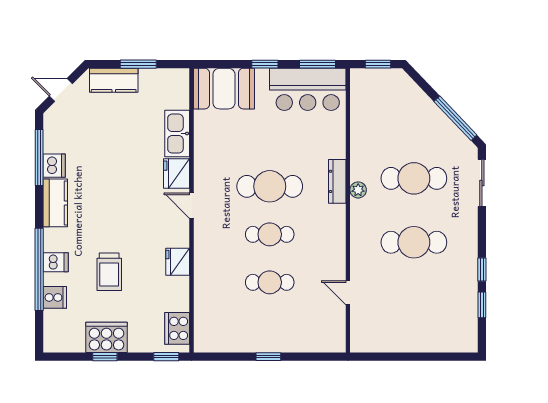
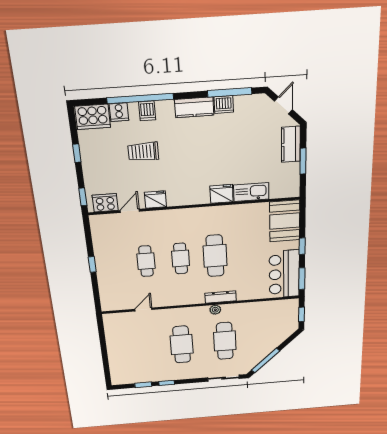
door: (191, 206) -> (130, 211), moved
cooker: (106, 337) -> (93, 117), moved, turned 90

